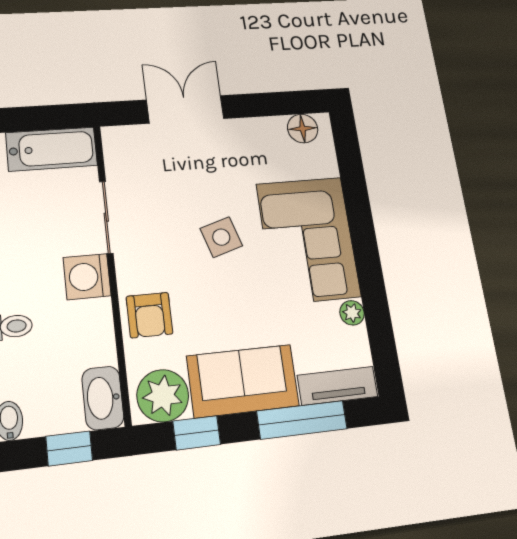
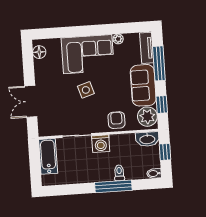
armchair: (149, 315) -> (116, 120), turned -90

